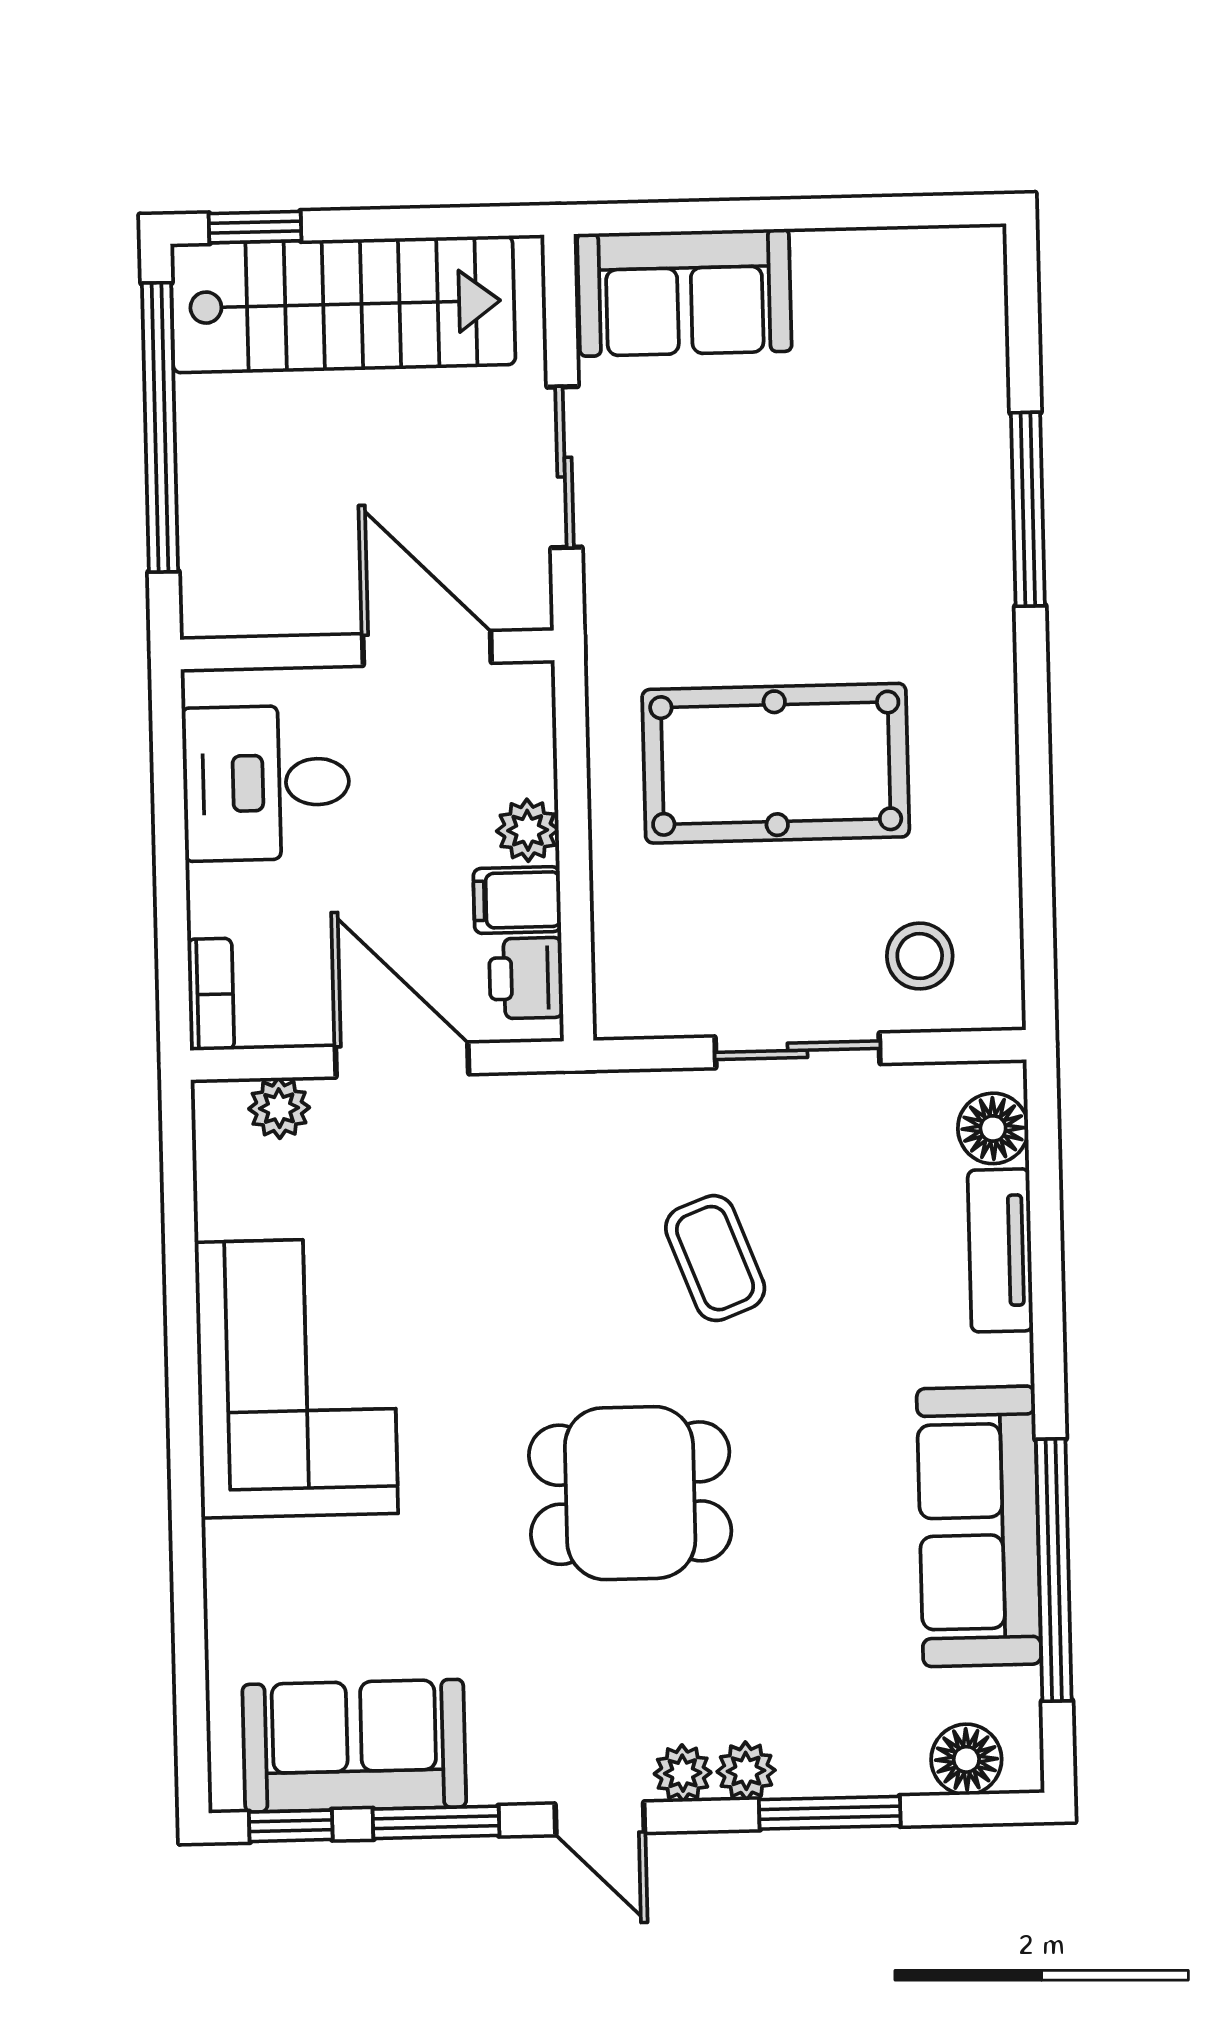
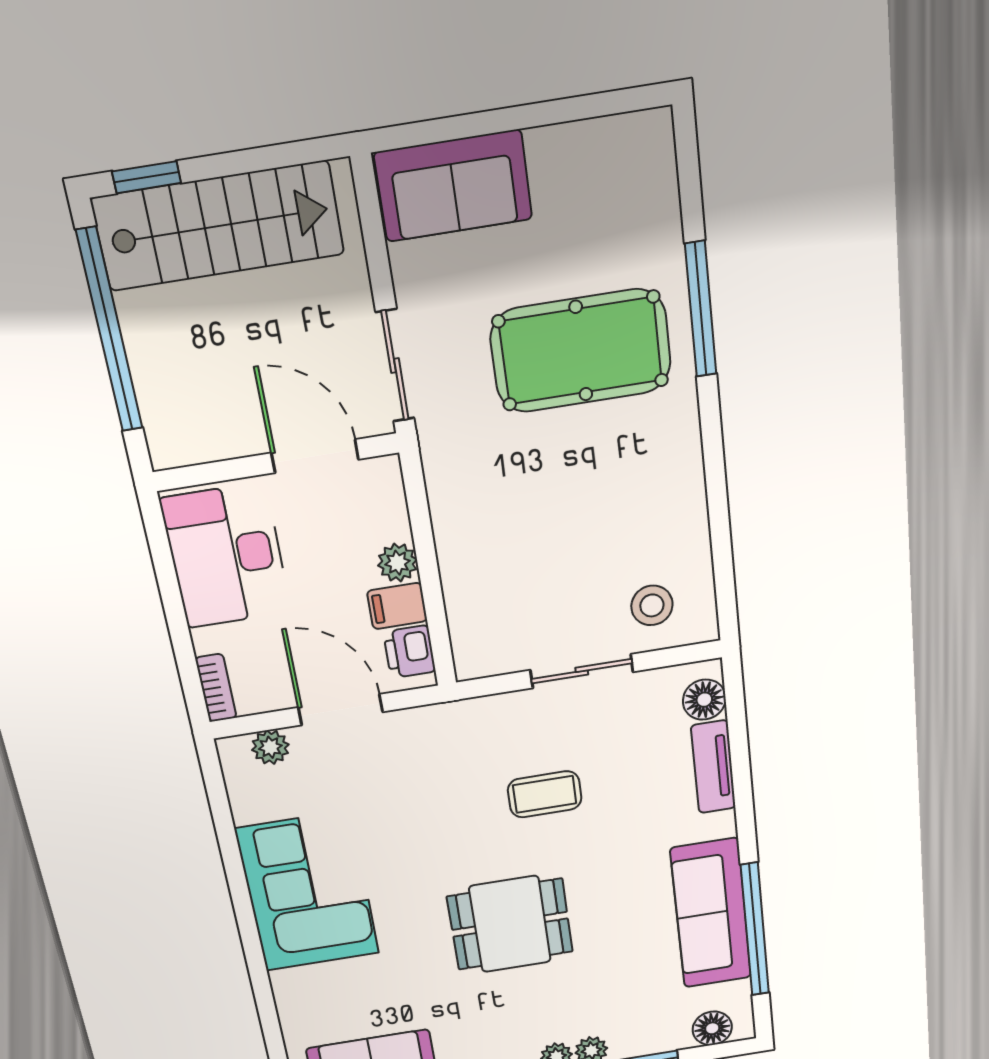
sliding door: (565, 467) -> (395, 366), moved
pool table: (776, 763) -> (581, 351), moved
desk: (266, 783) -> (226, 556), width x1.37
coffee table: (715, 1258) -> (545, 794), turned -69

